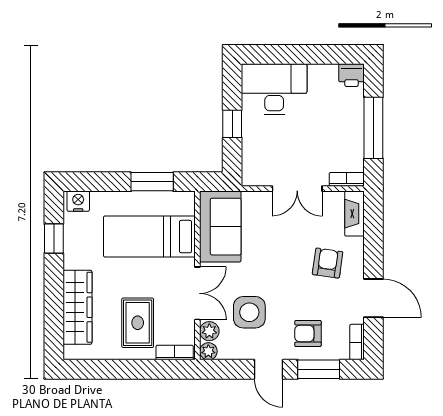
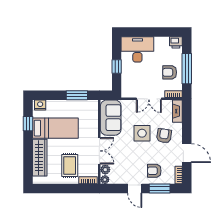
armchair: (339, 135) -> (170, 72), added
bed: (149, 237) -> (55, 128), moved, turned 180
side table: (249, 312) -> (142, 133), moved

